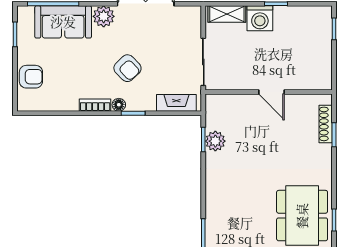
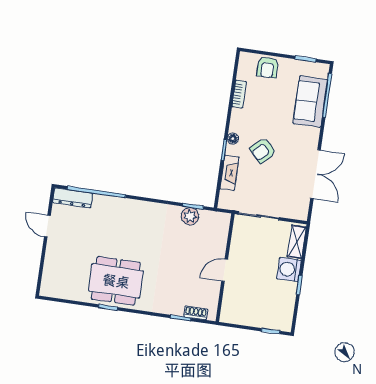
plant: (104, 16) -> (310, 137), removed
fireplace: (176, 103) -> (230, 173), moved
bookcase: (95, 105) -> (239, 94), moved
shoe rack: (326, 124) -> (196, 313), width x0.70

